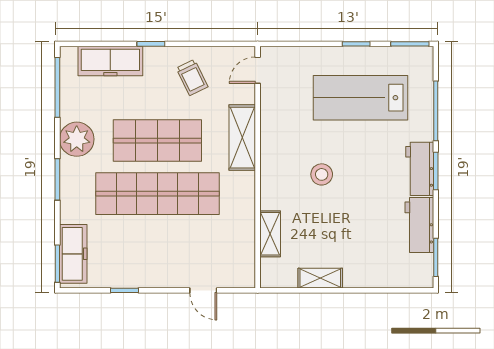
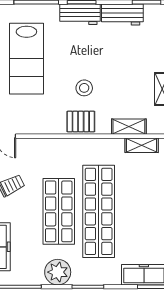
shelving: (242, 138) -> (142, 145), moved, width x0.67, depth x0.75
pallet: (277, 170) -> (81, 122), added

